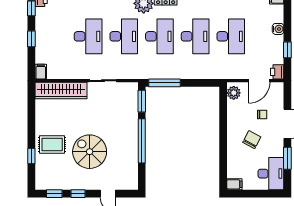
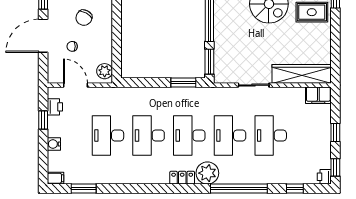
filing cabinet: (41, 72) -> (318, 95), width x2.00
printer: (277, 72) -> (55, 107), moved
door: (259, 81) -> (75, 85), hinge flipped
window: (165, 83) -> (183, 83), width x0.69

